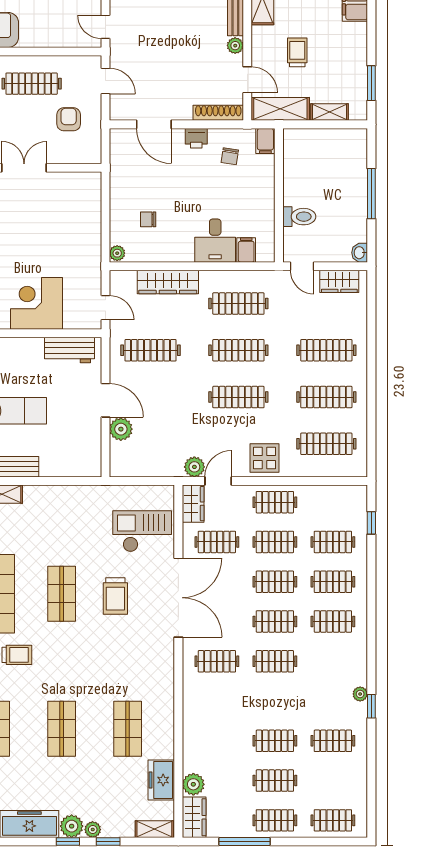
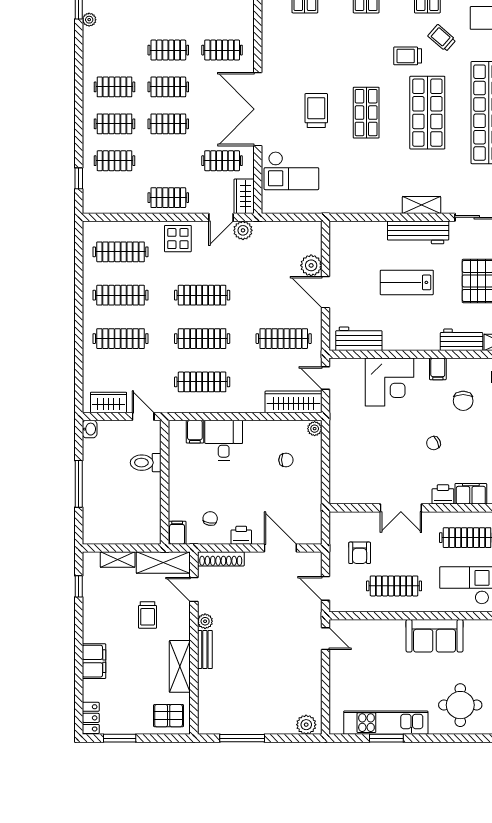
window: (371, 83) -> (79, 586), width x0.67
wardrobe: (168, 282) -> (293, 402), moved
clothes rail: (275, 542) -> (168, 161), removed

